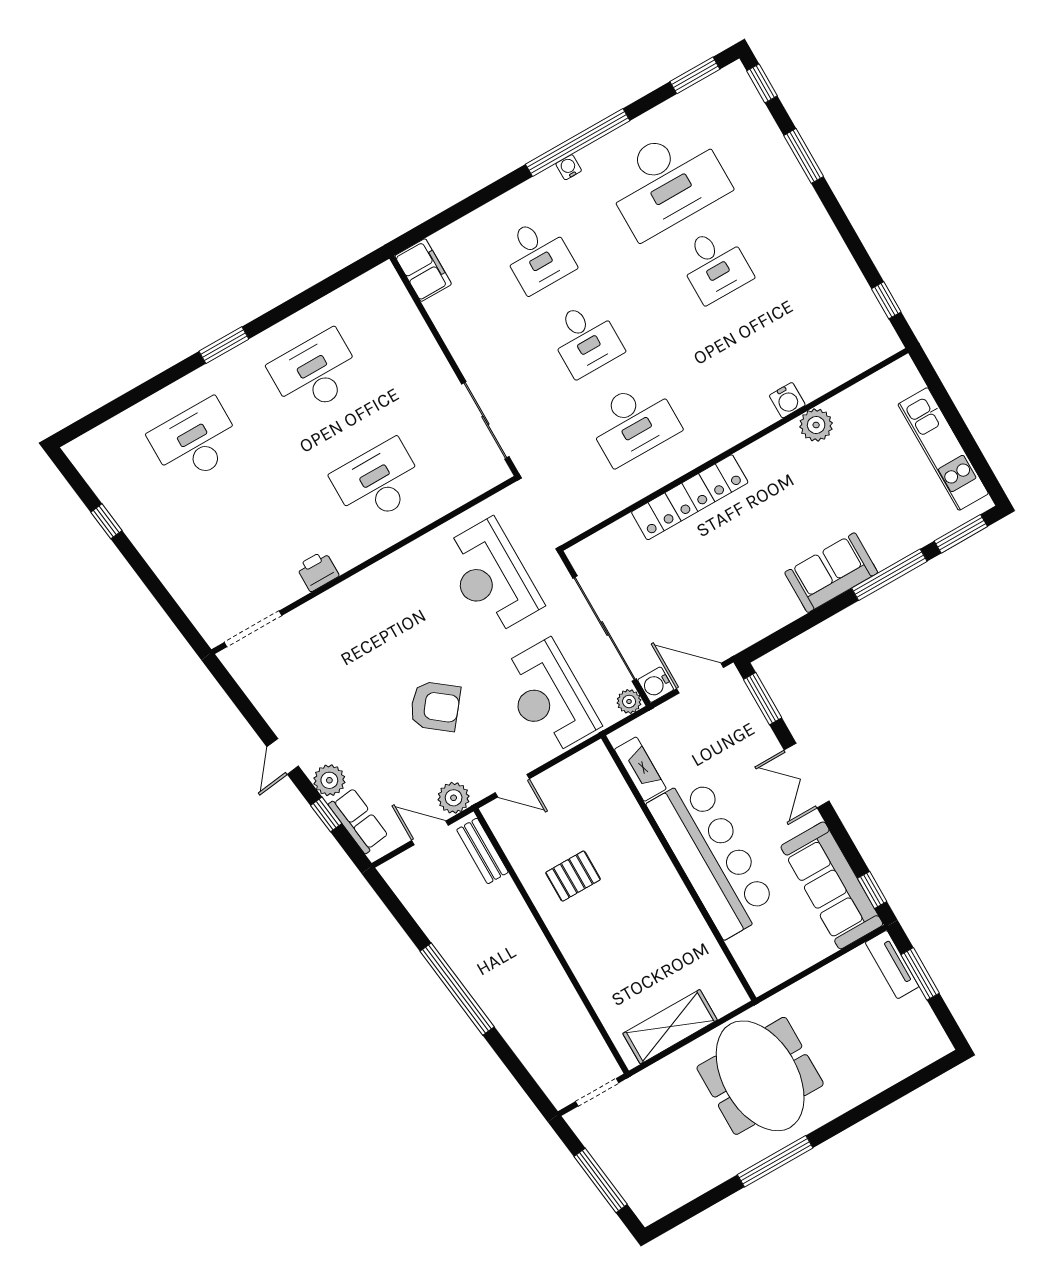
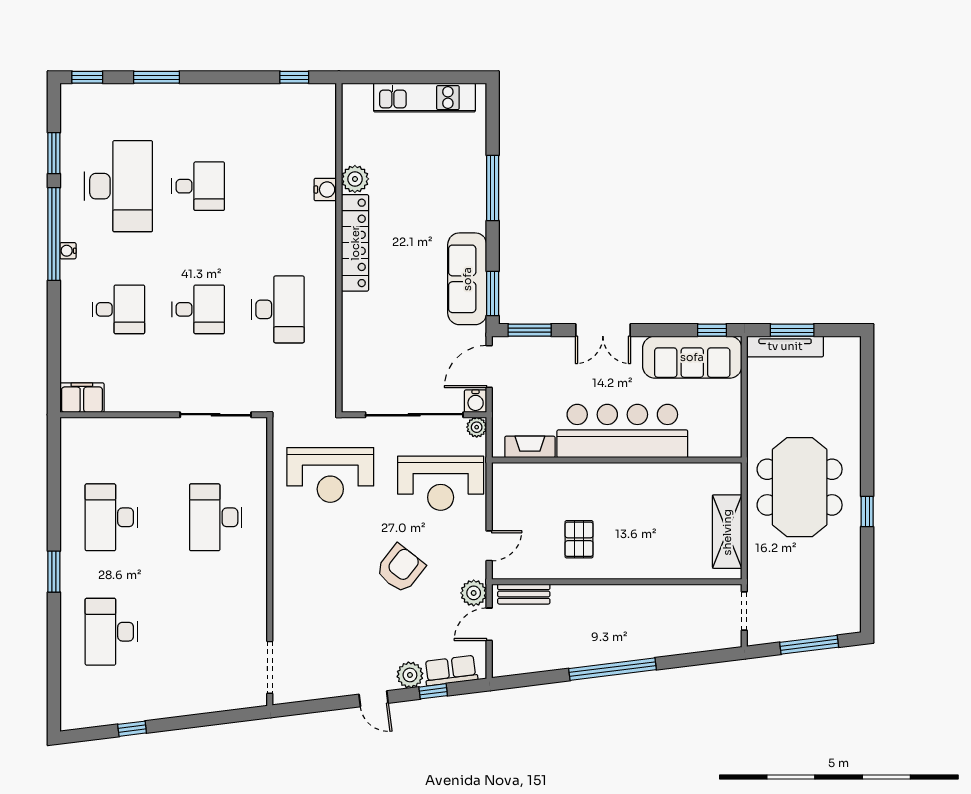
window: (695, 75) -> (54, 153), moved
locker: (690, 497) -> (355, 243), moved
window: (961, 534) -> (493, 293), moved
printer: (318, 571) -> (255, 597), removed
sofa: (831, 573) -> (467, 279), moved, width x1.36
tv unit: (892, 965) -> (785, 346), width x1.41
meeting table: (760, 1076) -> (800, 487), turned 90
window: (775, 1161) -> (867, 511), width x0.46

